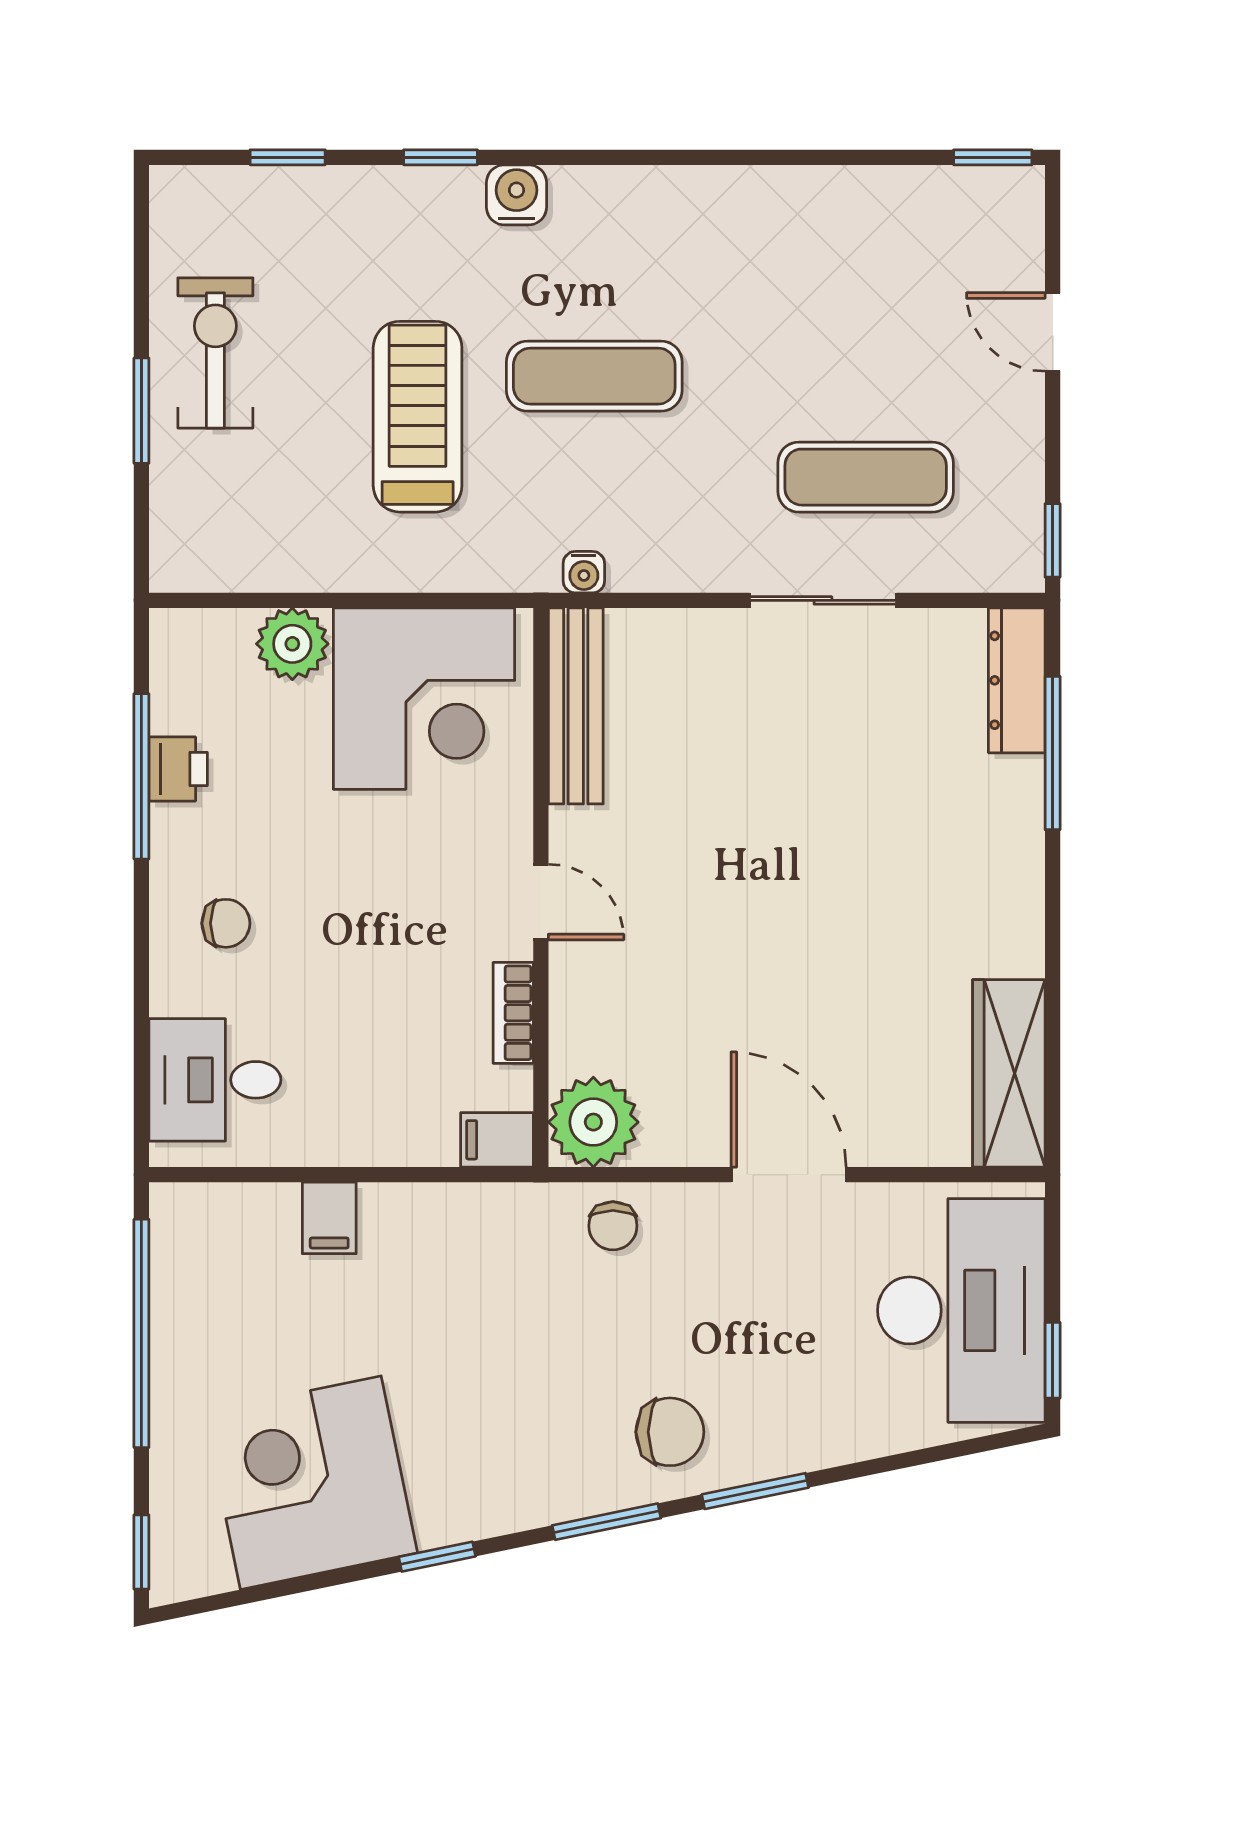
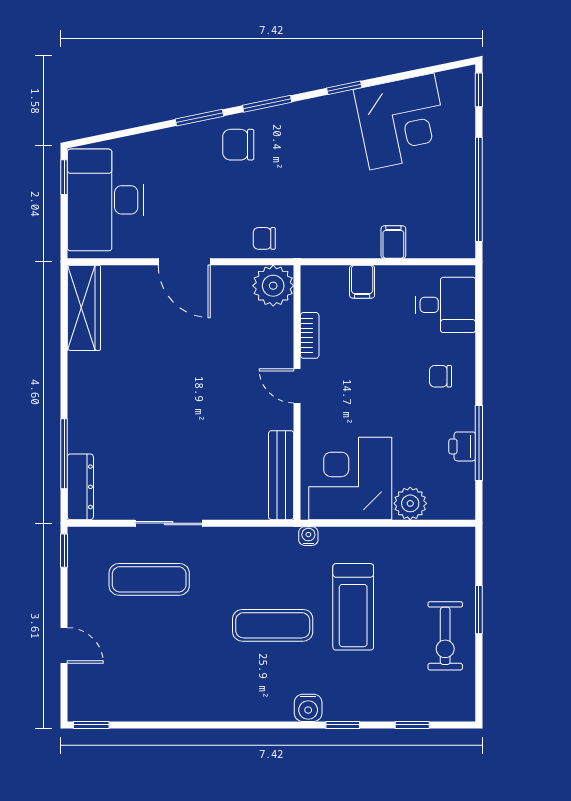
water cooler: (584, 572) -> (308, 536), moved
filing cabinet: (497, 1140) -> (362, 282), moved, turned 90
chair: (613, 1226) -> (264, 238), turned -90

